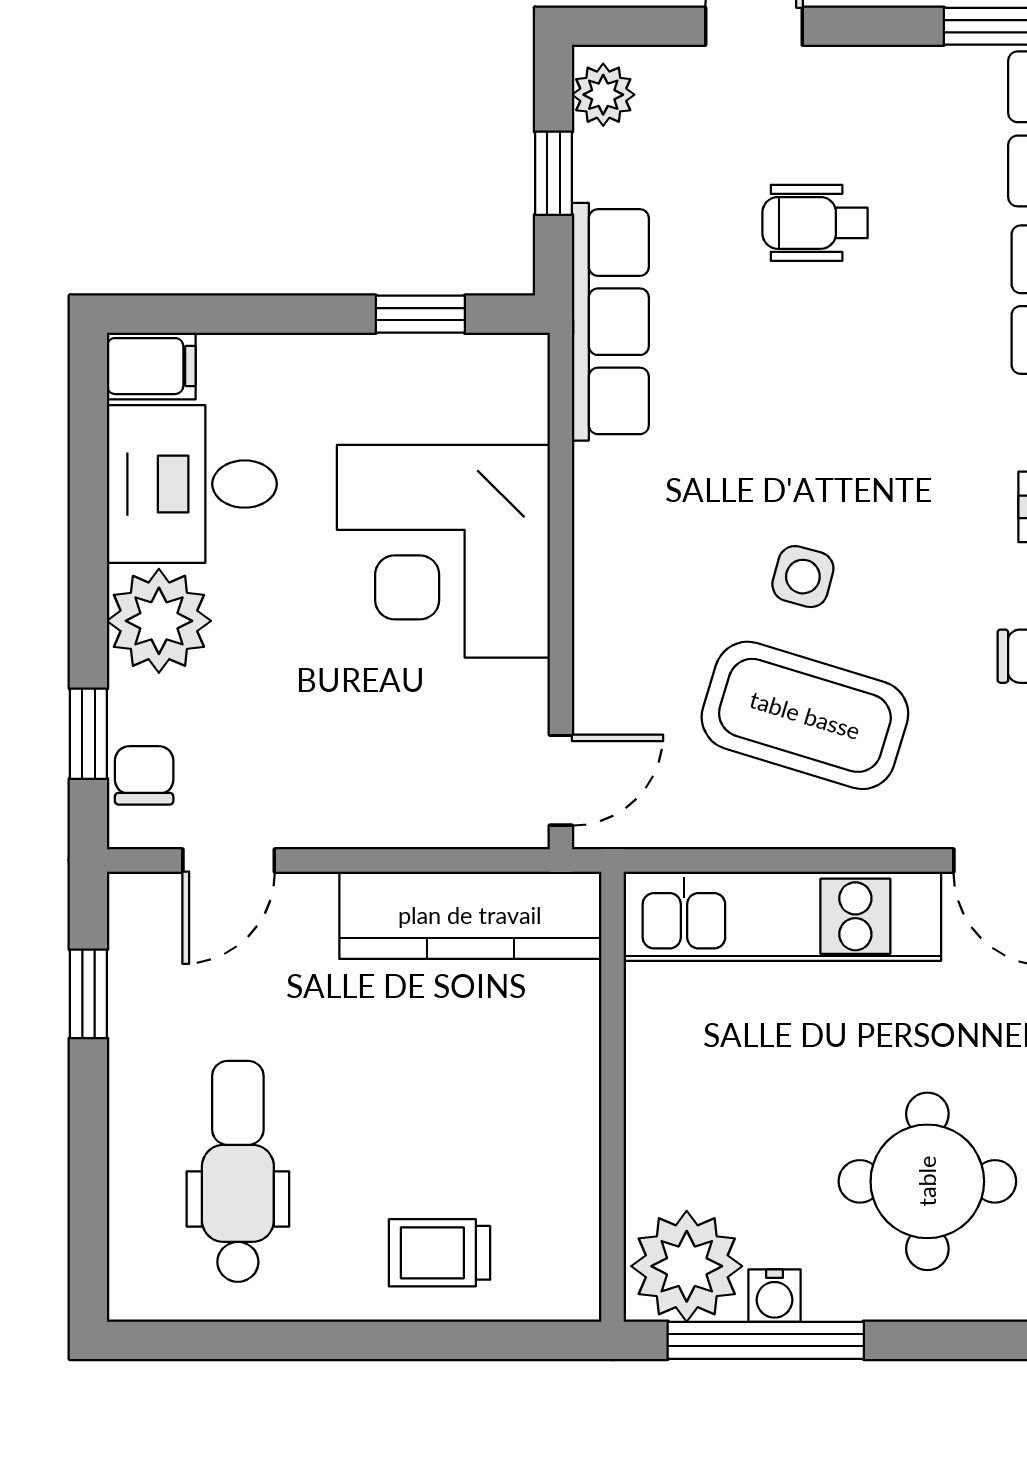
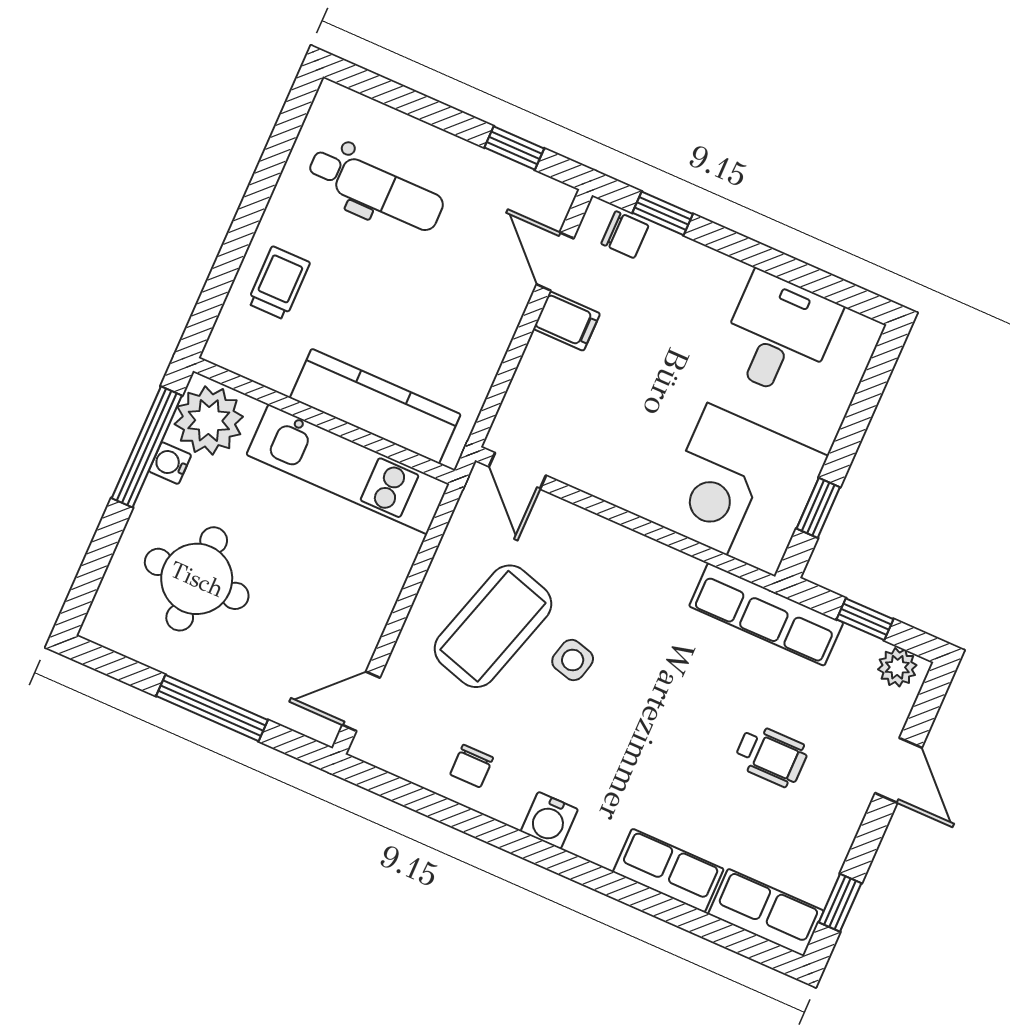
wheelchair: (815, 223) -> (771, 756), turned 90
filing cabinet: (151, 366) -> (567, 321), moved, turned -90
corner desk: (443, 551) -> (741, 490), moved, turned -90
plant: (159, 621) -> (709, 282), removed
kitchen counter: (470, 915) -> (375, 406), moved, turned 90
kitchen unit: (782, 916) -> (348, 469), moved, turned -90

